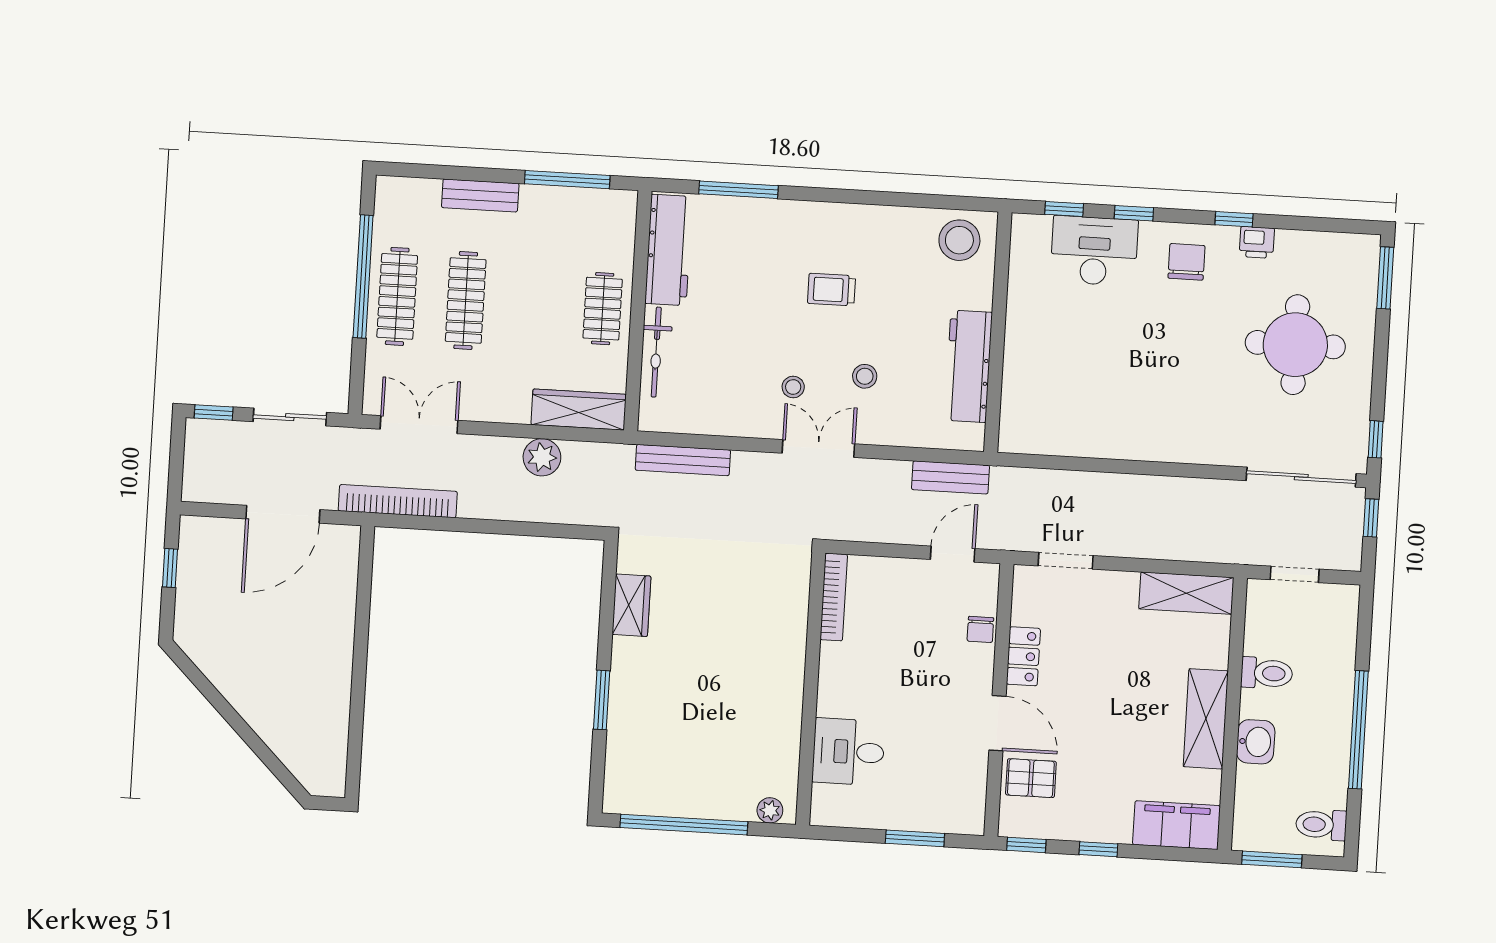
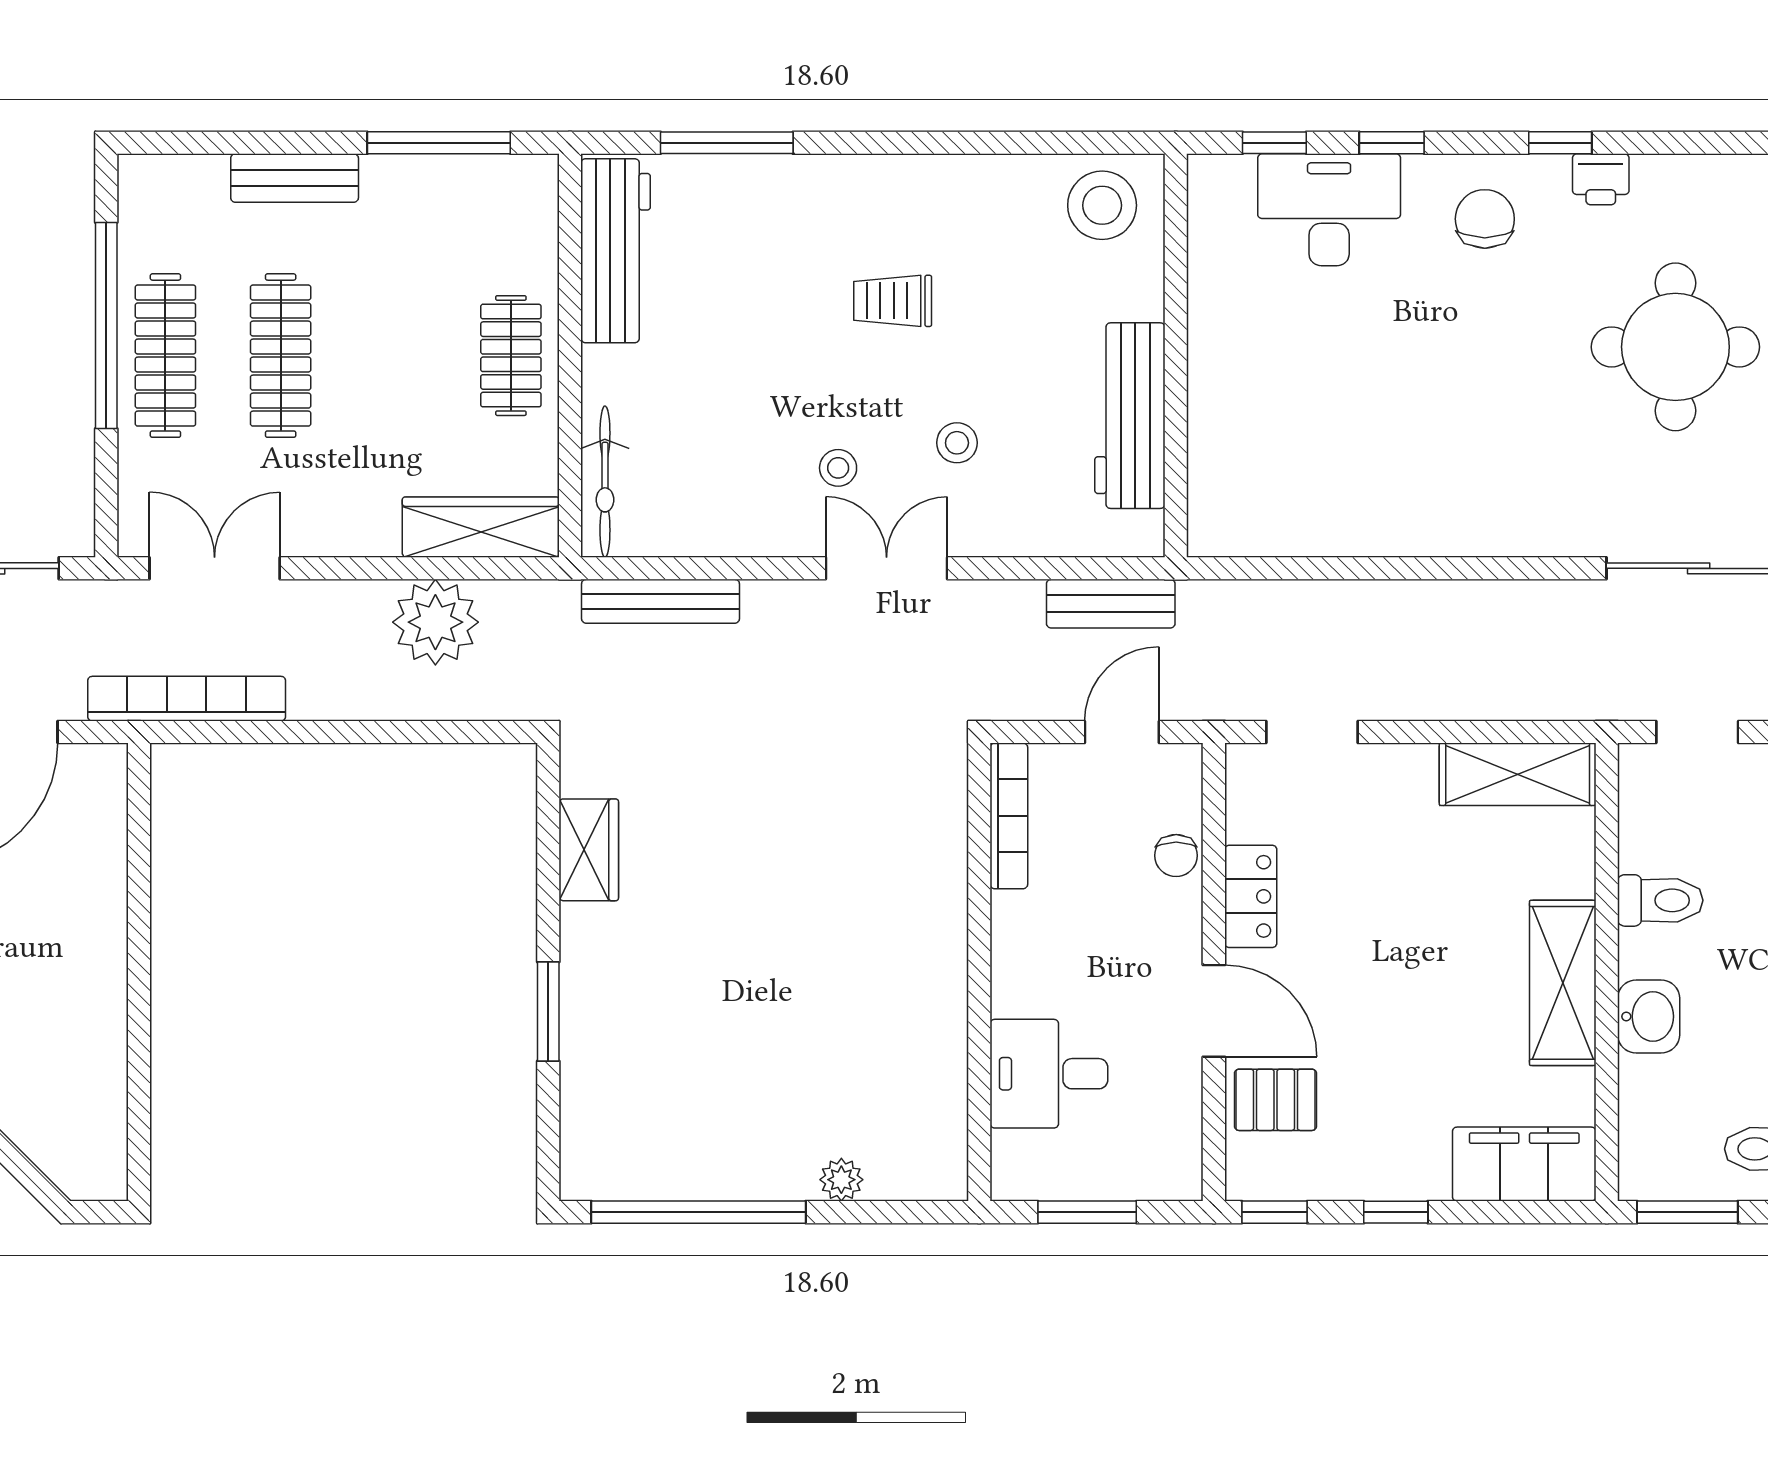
bicycle: (656, 352) -> (605, 482), moved
plant: (542, 457) -> (435, 622), width x1.36, depth x1.36
bookcase: (834, 597) -> (1009, 816), moved
wall: (811, 689) -> (979, 972), moved
desk: (848, 752) -> (1049, 1074), moved

